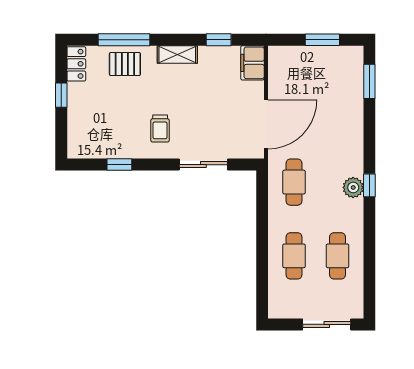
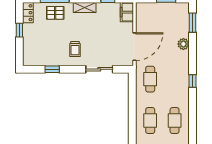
plant: (353, 187) -> (183, 44), moved

